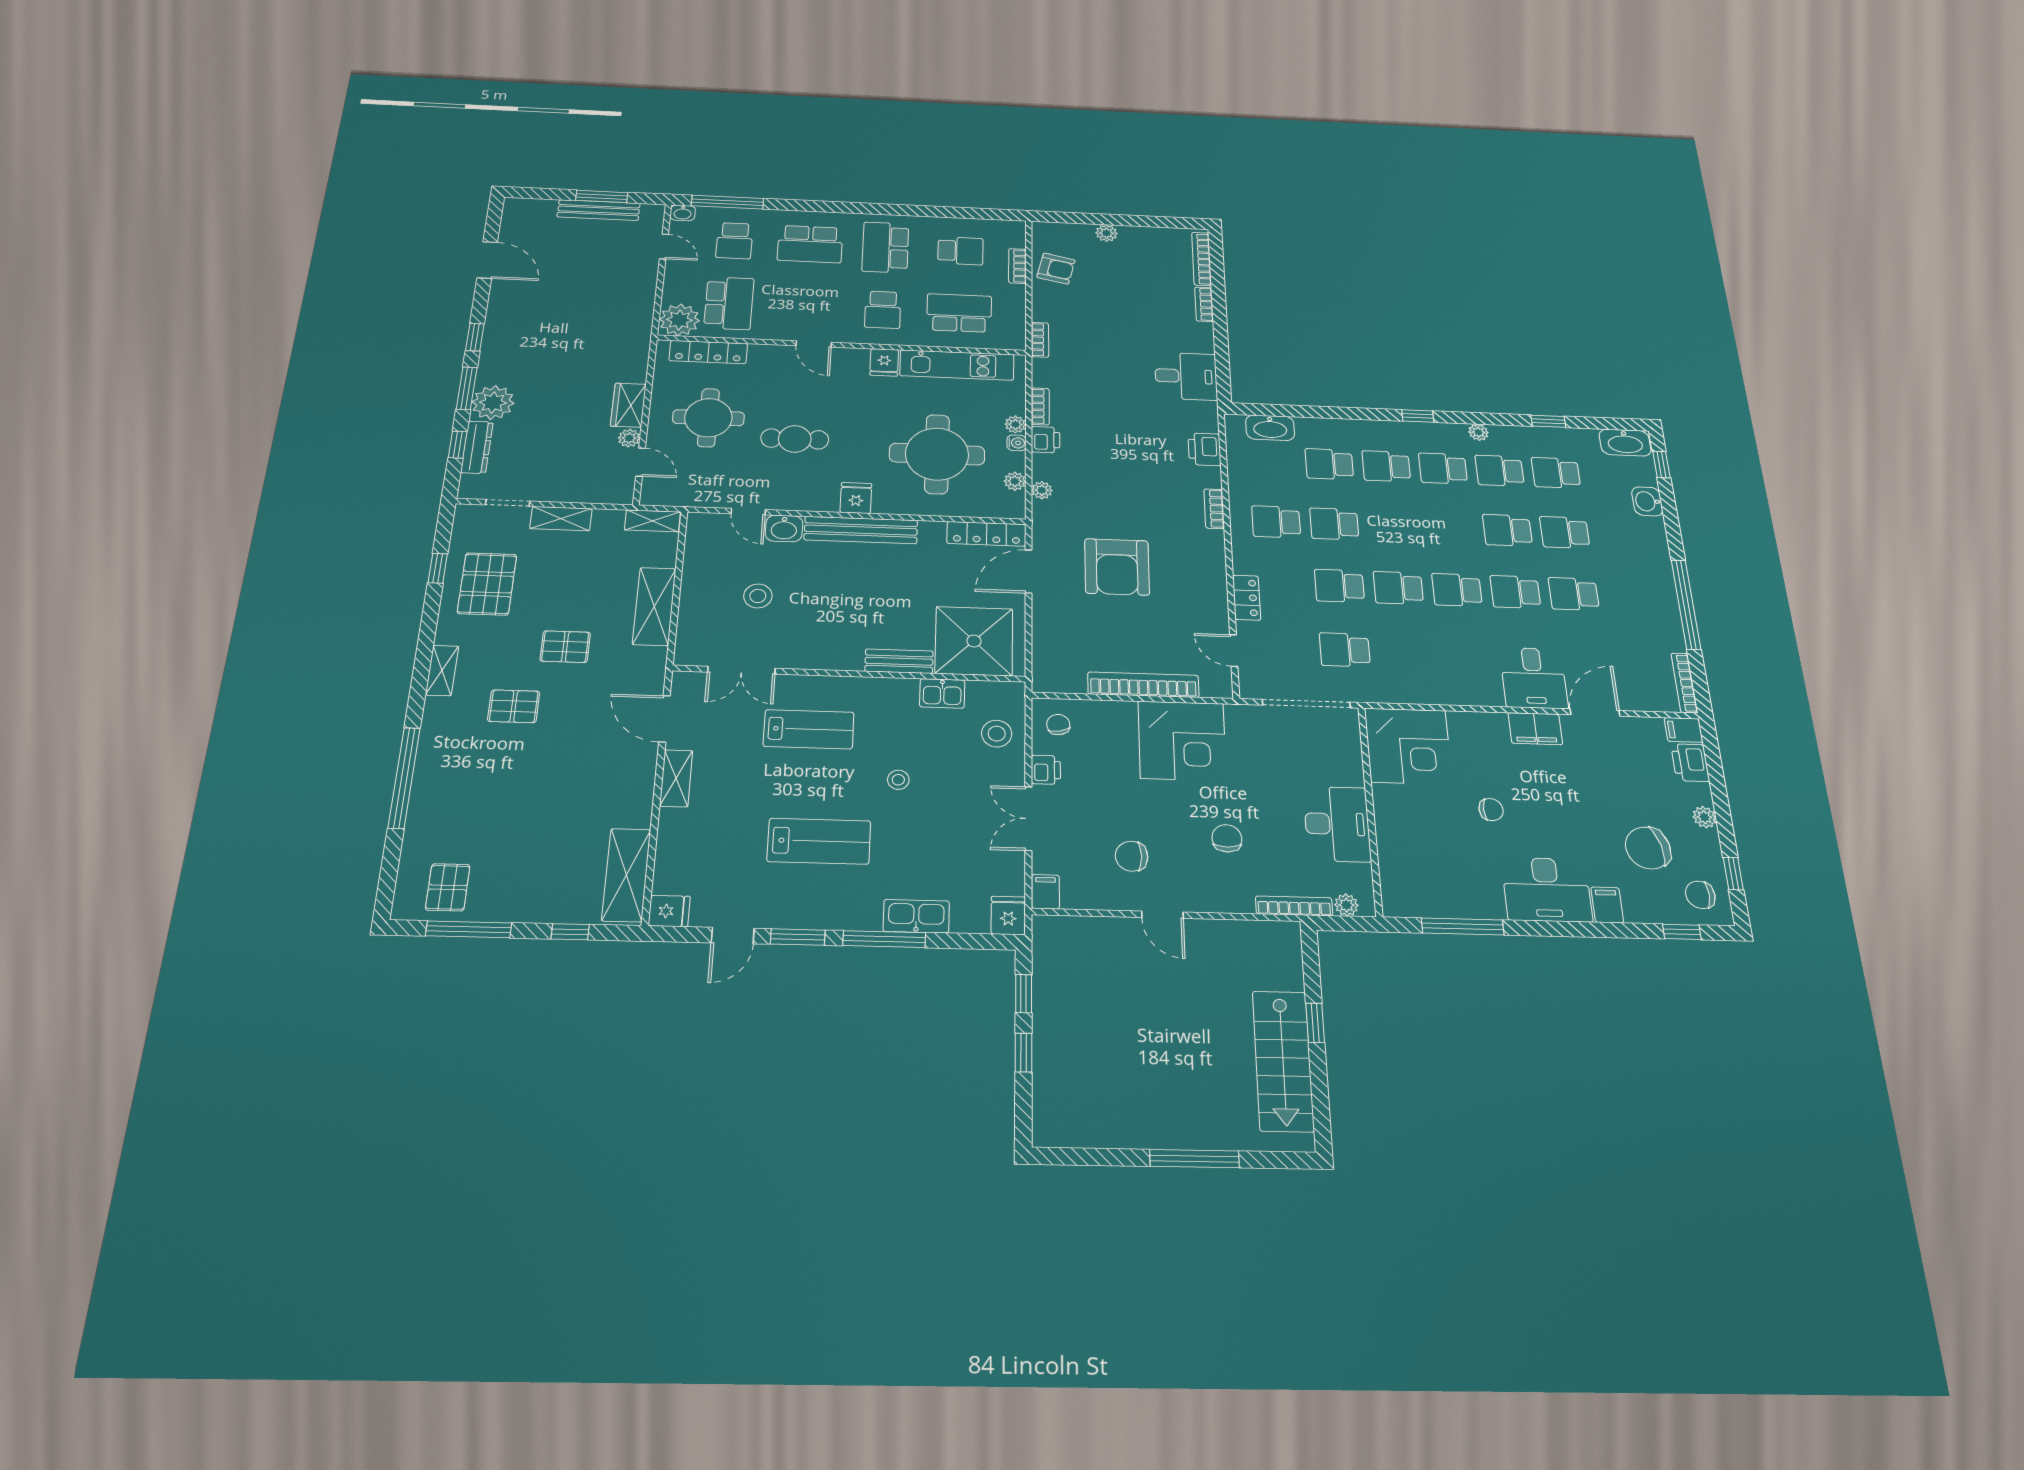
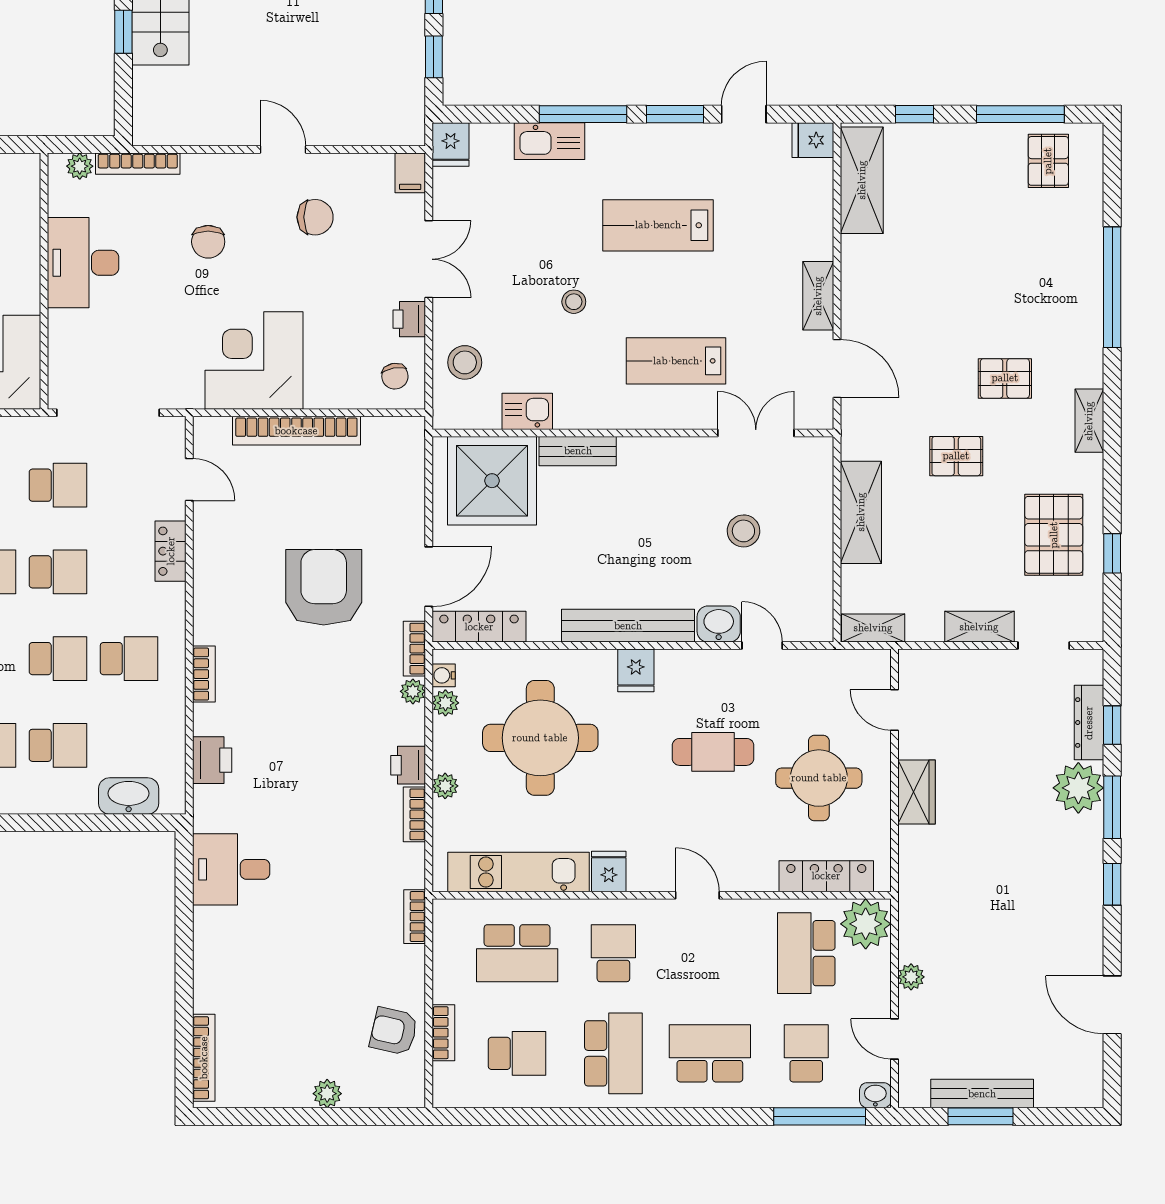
school desk: (960, 251) -> (517, 1053), turned 180
bookcase: (1204, 304) -> (414, 649), moved, turned 180
plant: (629, 438) -> (911, 977), moved
water cooler: (1017, 443) -> (444, 675), moved

